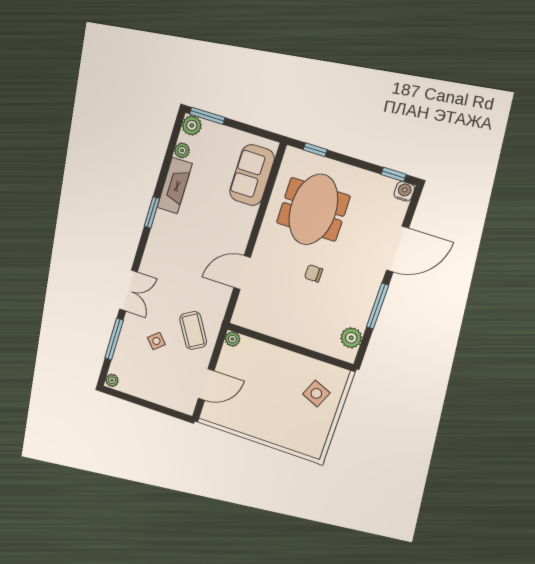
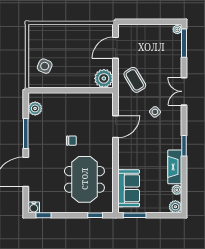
window: (207, 116) -> (135, 215), moved
window: (114, 339) -> (184, 43), moved
plant: (232, 339) -> (104, 78), width x1.87, depth x1.87
side table: (156, 341) -> (155, 112), moved

